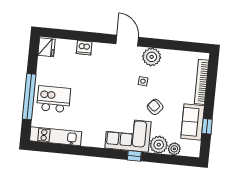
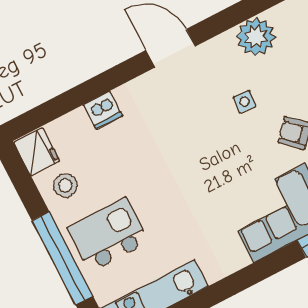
plant: (152, 57) -> (256, 37), moved
stool: (49, 68) -> (66, 185), added

